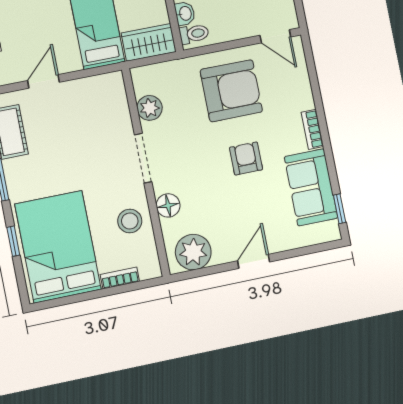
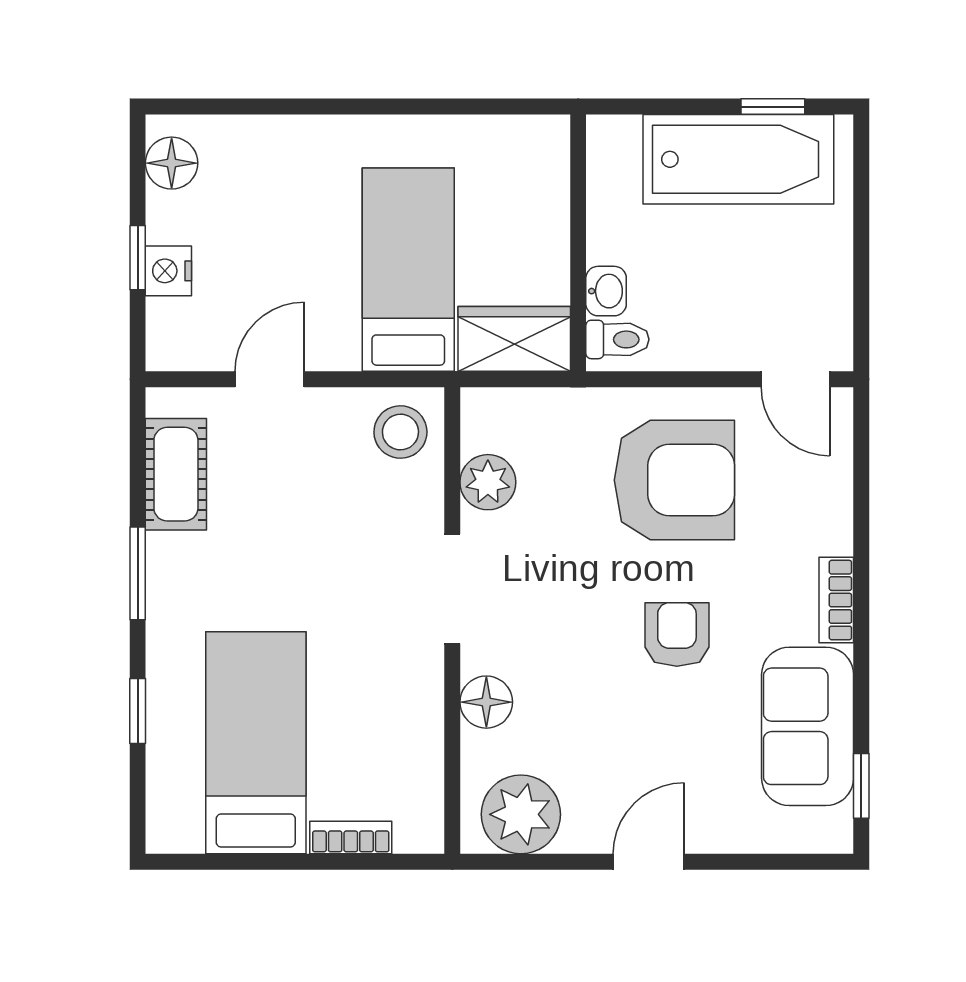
stool: (130, 221) -> (400, 432), moved
bed: (58, 247) -> (256, 743), width x0.67

